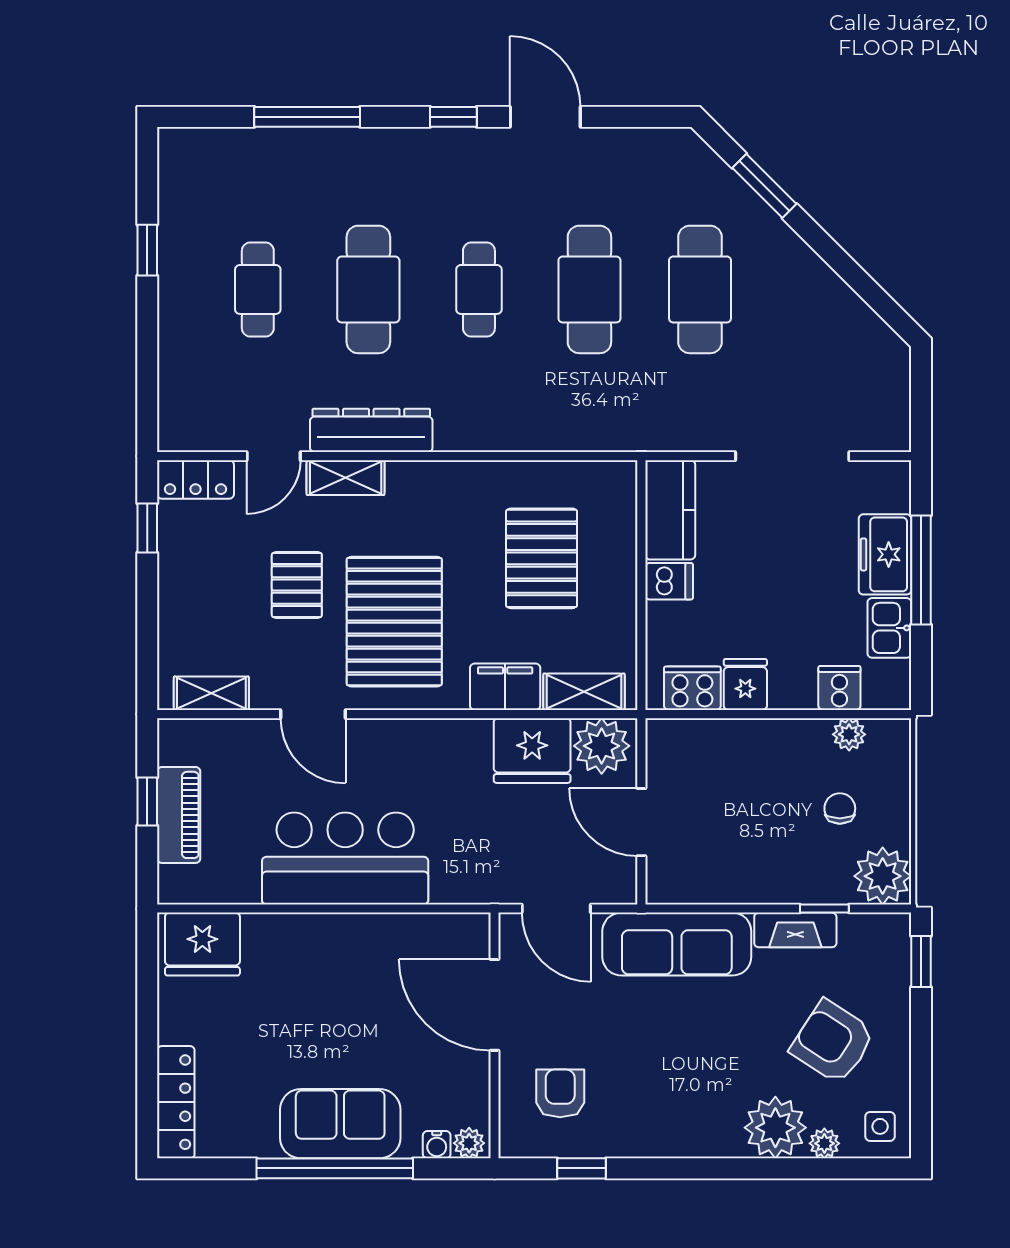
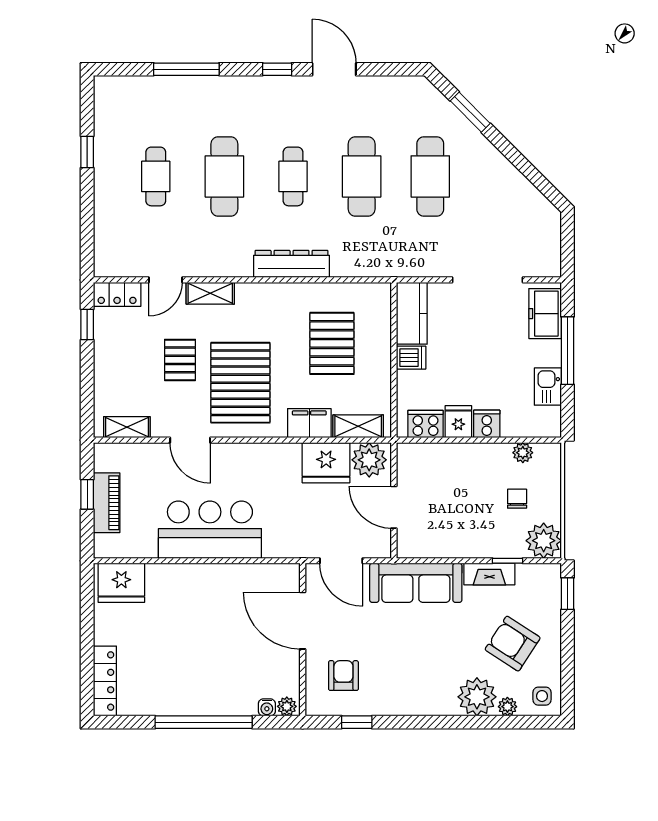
dresser: (371, 430) -> (292, 264), moved
freezer: (885, 554) -> (545, 314), moved
cooker: (839, 688) -> (487, 424), moved
sofa: (340, 1124) -> (207, 694), removed

